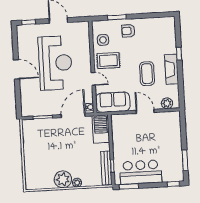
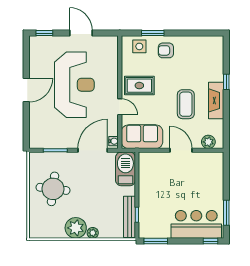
side table: (103, 40) -> (139, 46), moved
door: (17, 69) -> (26, 90), hinge flipped
round table: (43, 149) -> (53, 189), added
bar counter: (141, 172) -> (196, 224), moved

